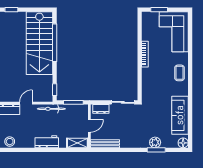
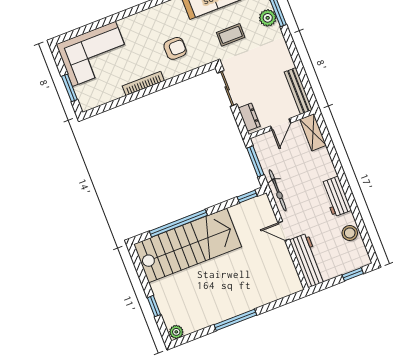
coffee table: (179, 73) -> (231, 35), moved
armchair: (158, 81) -> (175, 48), added
door: (89, 126) -> (281, 124), swing flipped
workbench: (47, 142) -> (336, 197), moved

